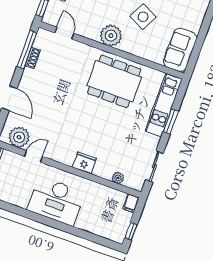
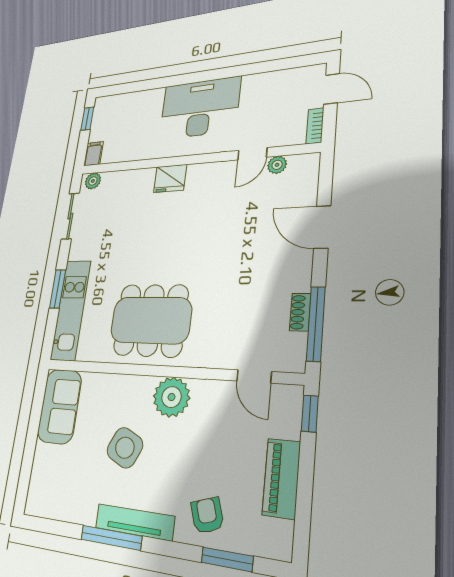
plant: (19, 137) -> (277, 165), width x0.53, depth x0.53
plant: (118, 178) -> (93, 181), moved

